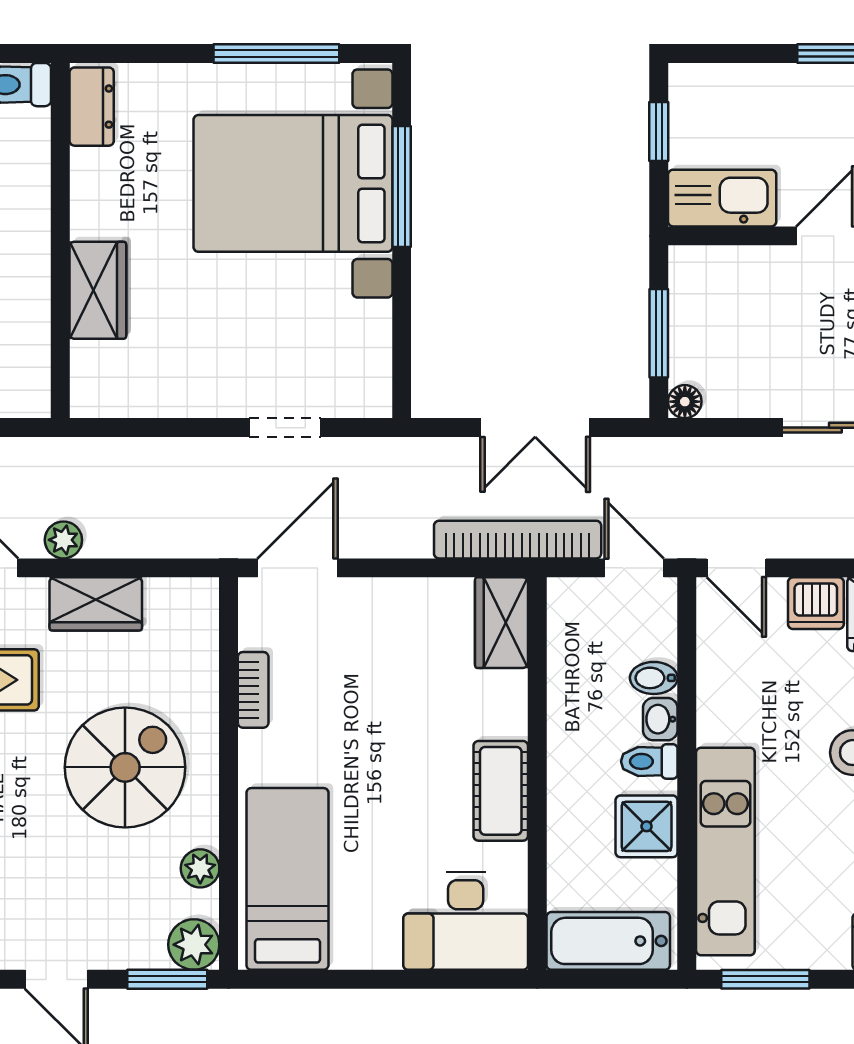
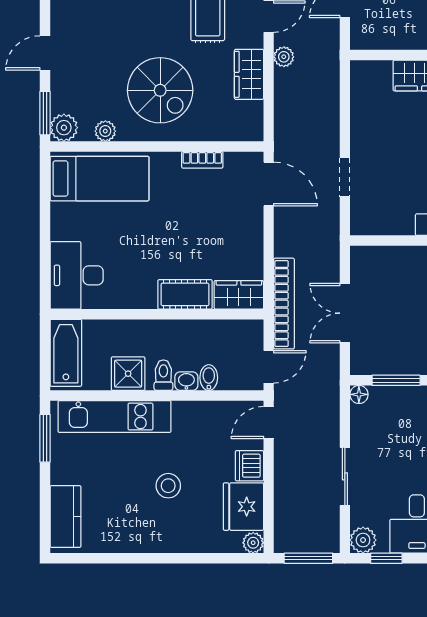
cot: (501, 791) -> (185, 294), moved

